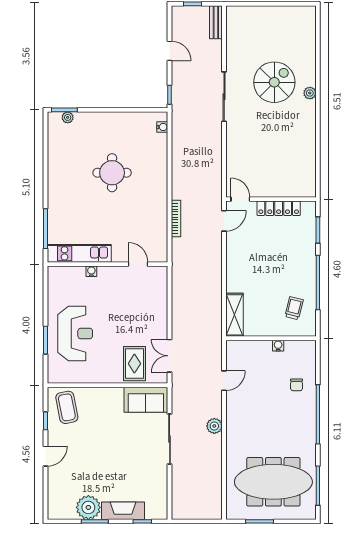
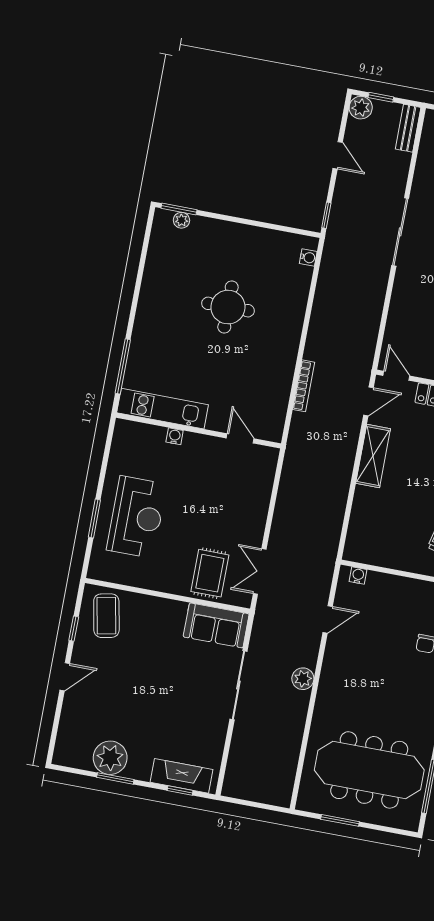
plant: (180, 14) -> (361, 108), added
shelving: (235, 315) -> (373, 456), moved
water cooler: (278, 346) -> (358, 576), moved
fireplace: (123, 511) -> (182, 776), moved

